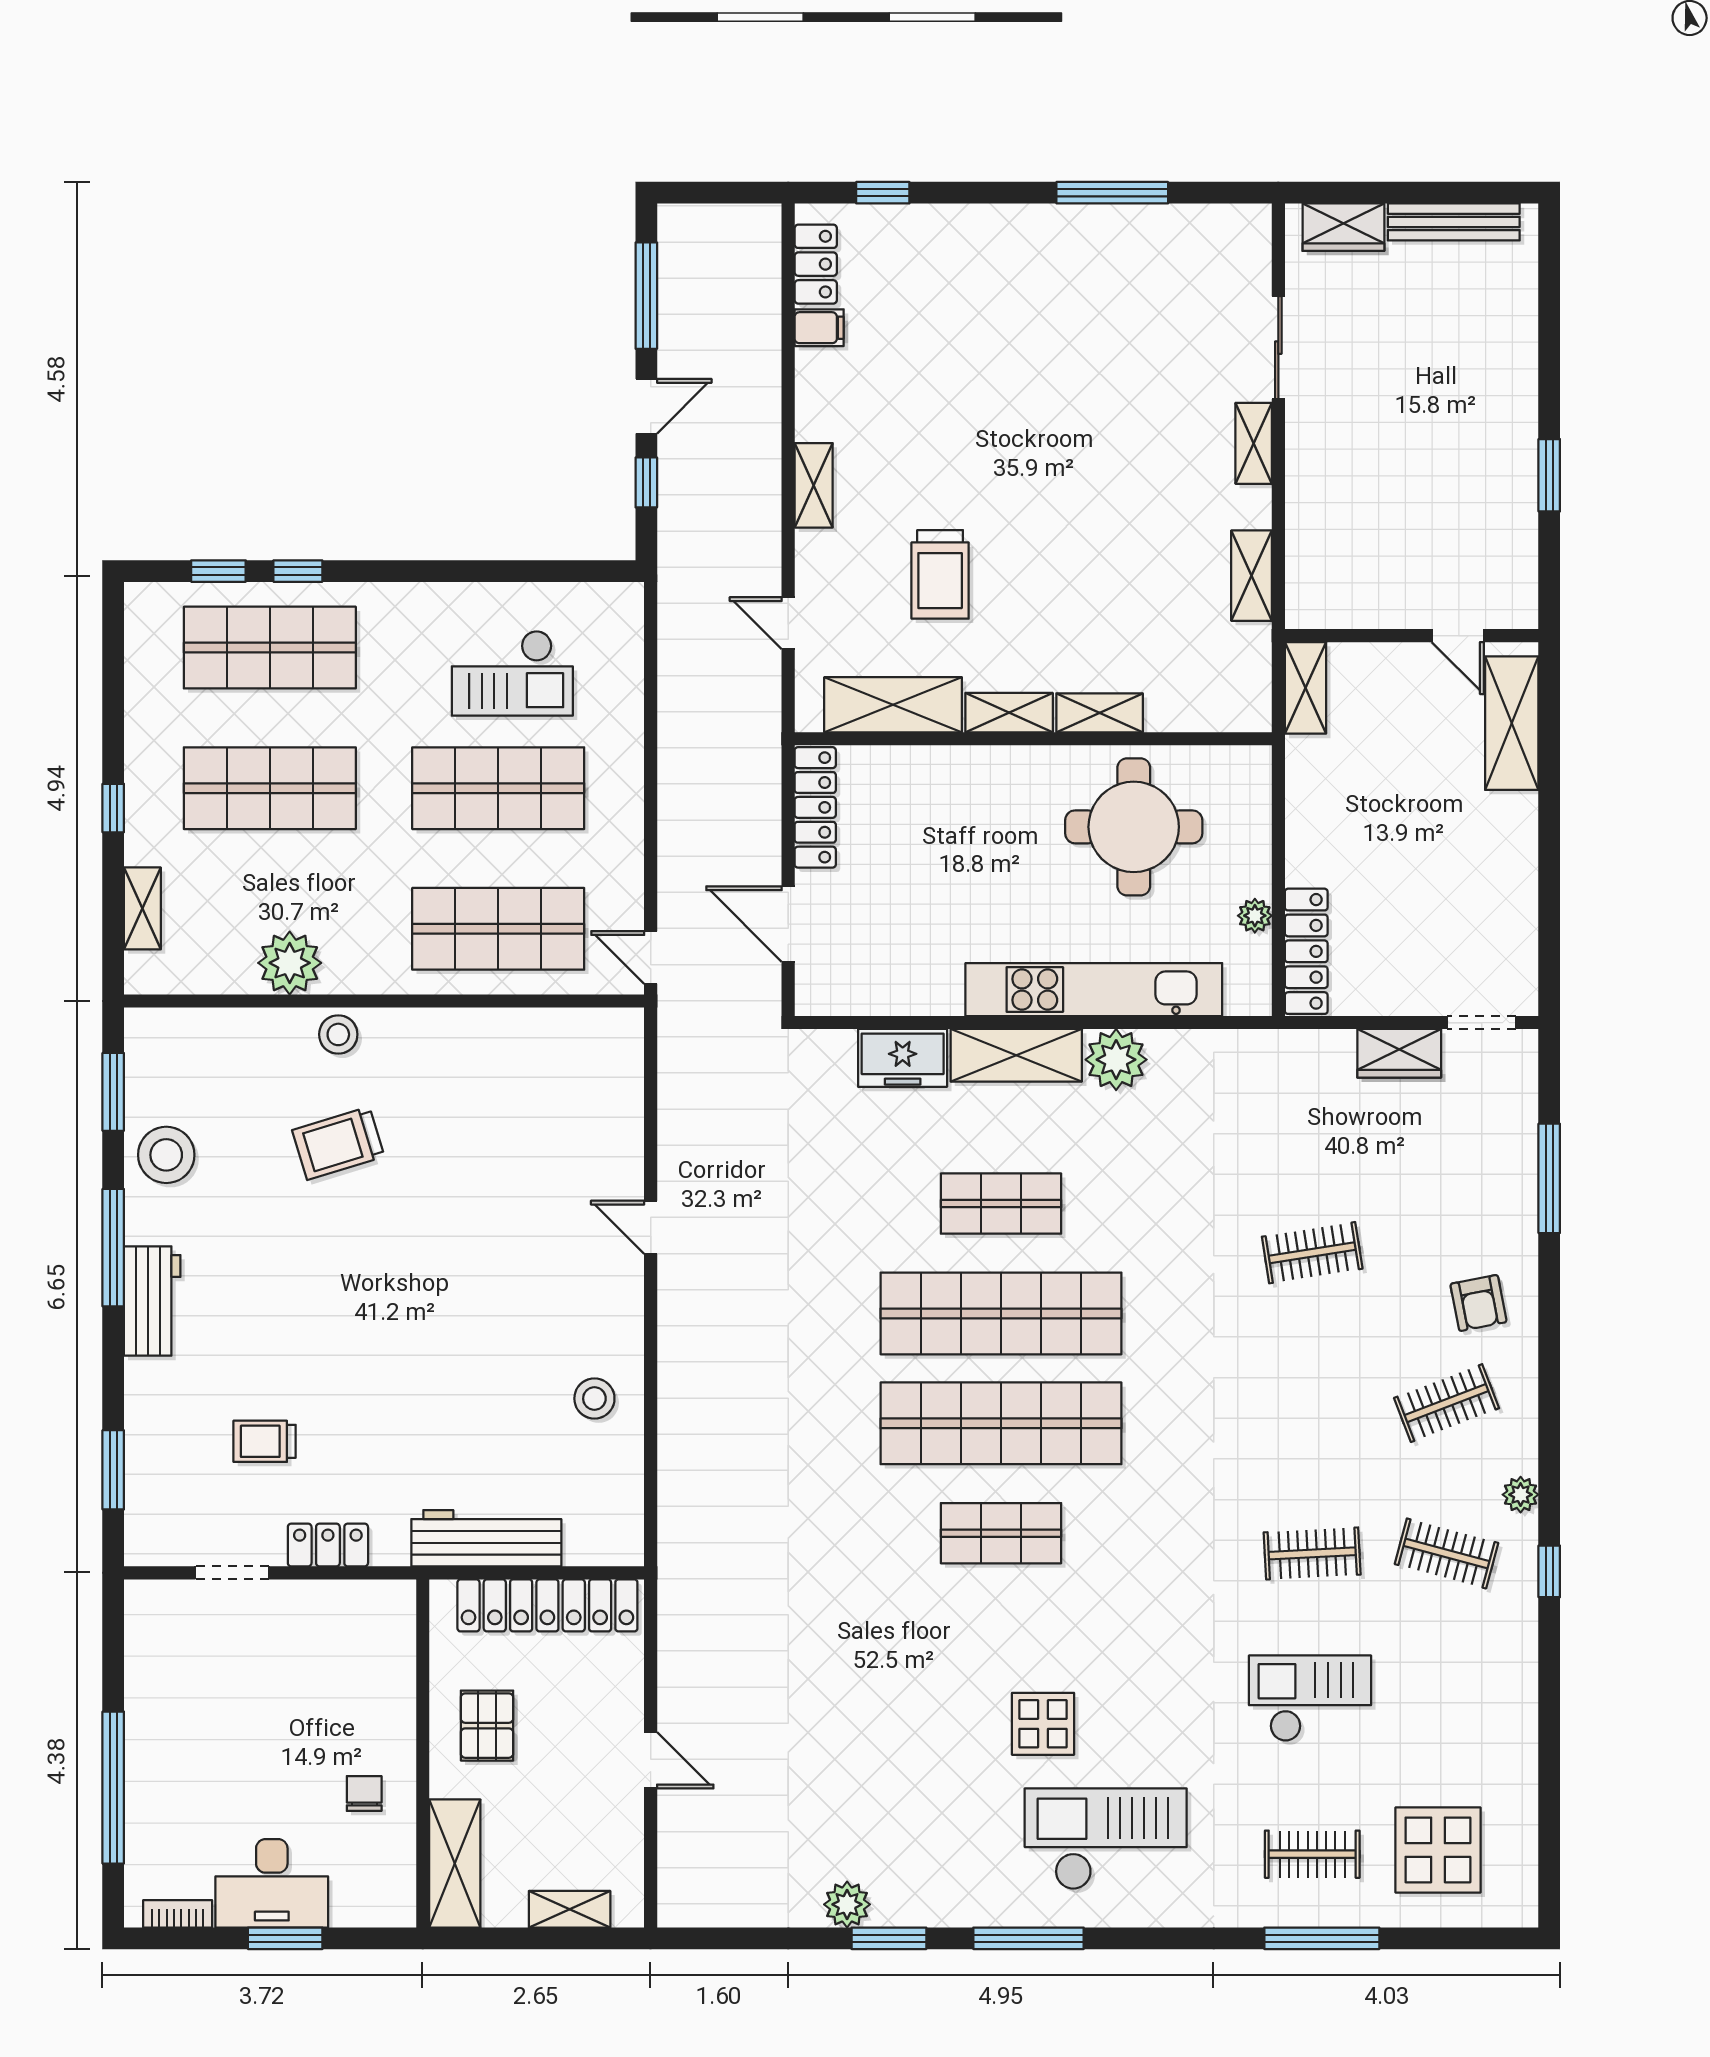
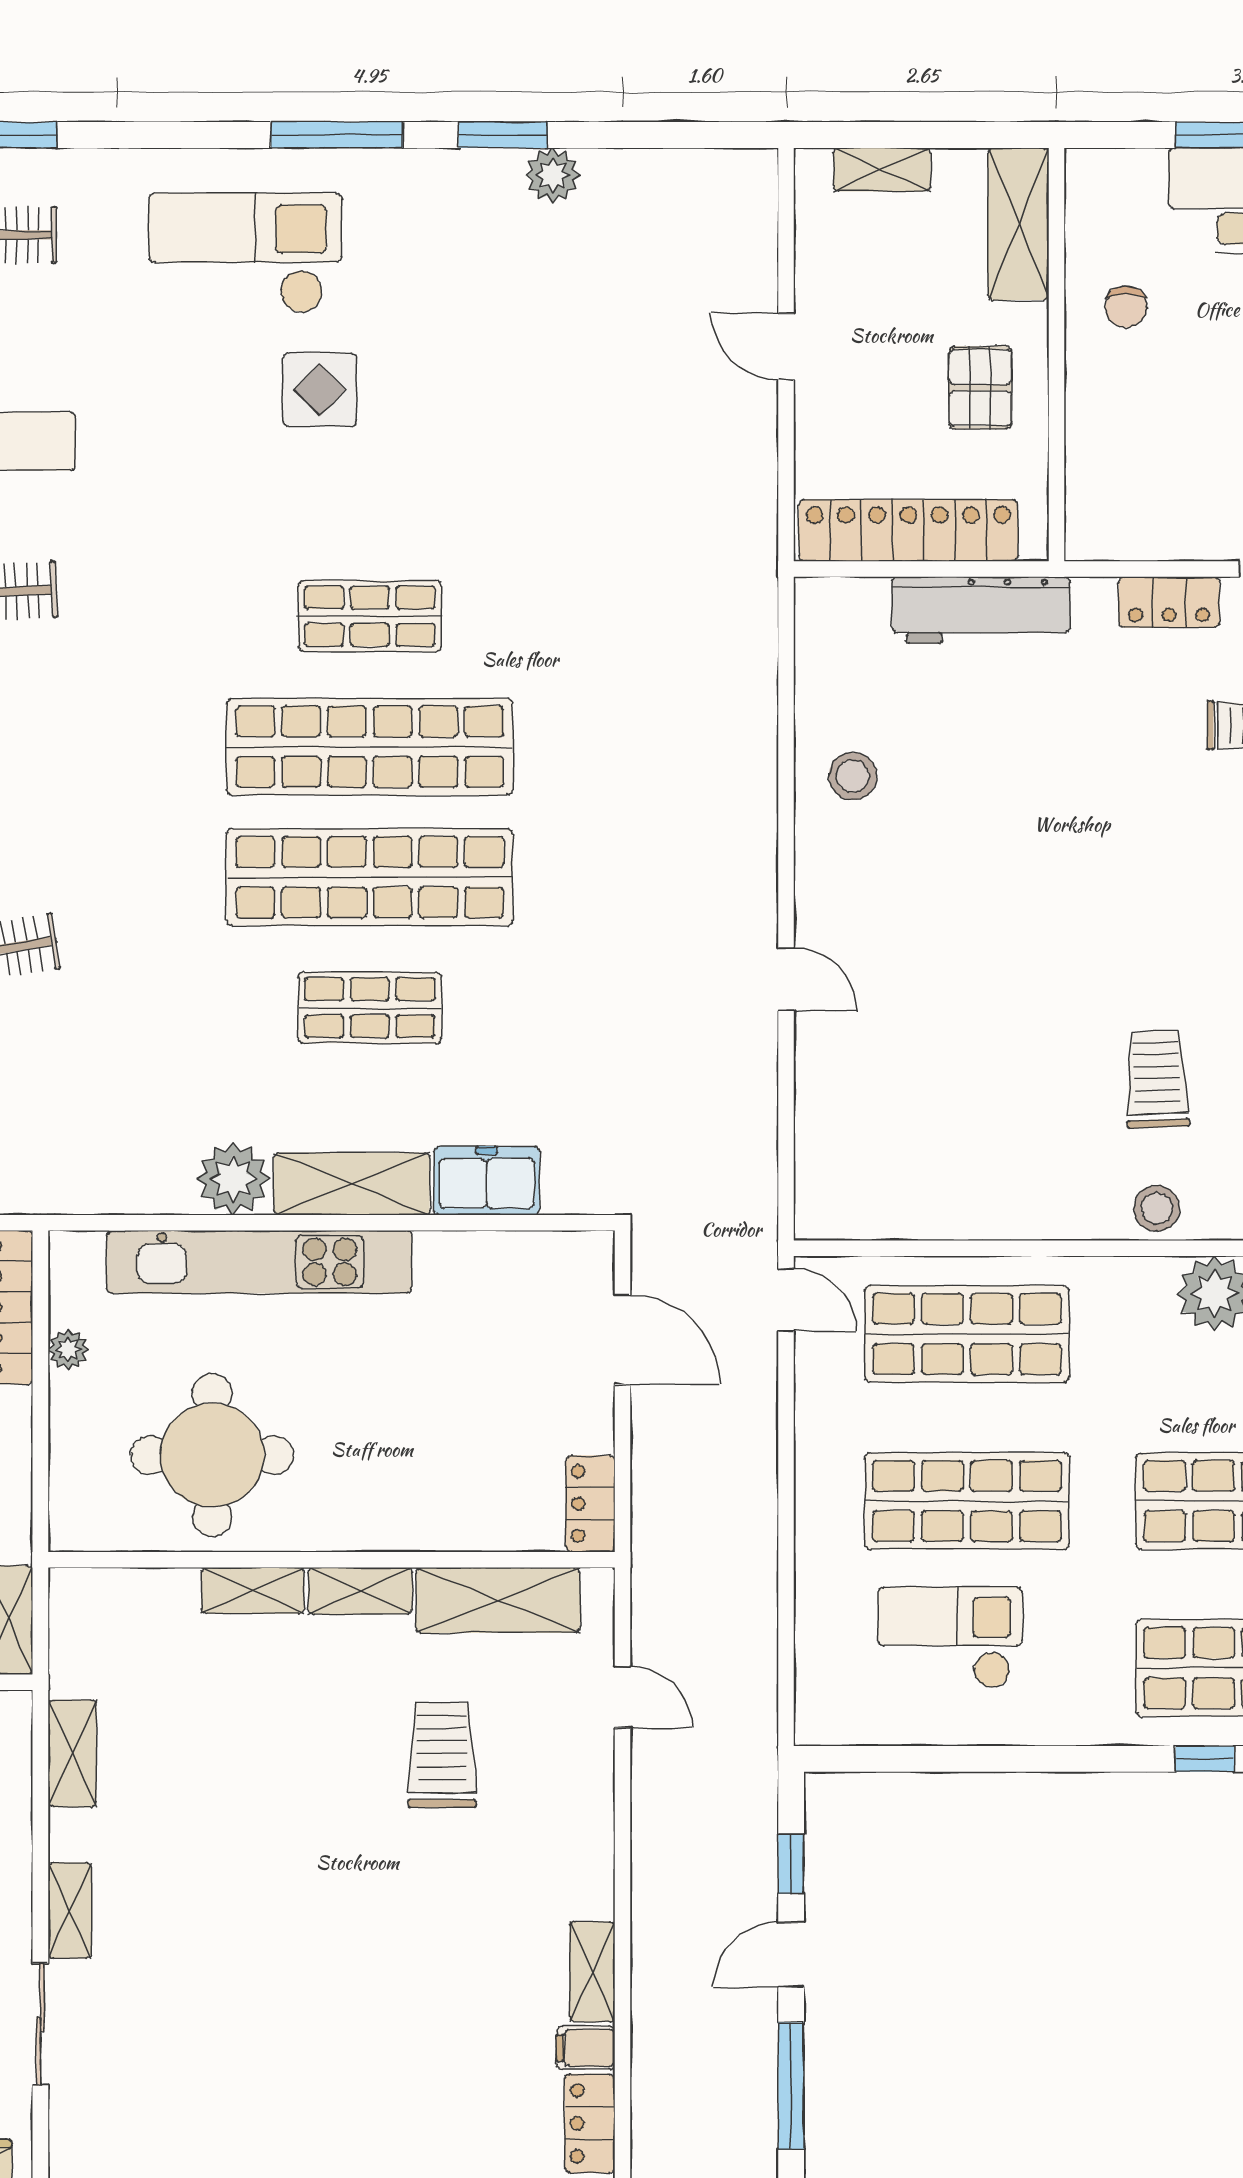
shelving: (814, 485) -> (592, 1972), moved
locker: (815, 807) -> (590, 1504), width x0.66
trolley: (338, 1143) -> (1157, 1079), turned -75
checkout: (1106, 1839) -> (245, 253), turned 180

